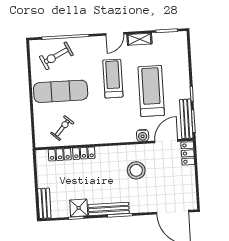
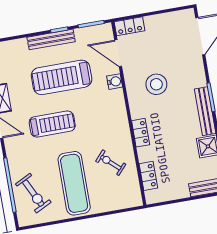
treadmill: (113, 79) -> (52, 124), turned 180
bench: (186, 119) -> (51, 39), moved
exercise bike: (62, 128) -> (111, 163), moved
locker: (84, 153) -> (141, 133), moved

